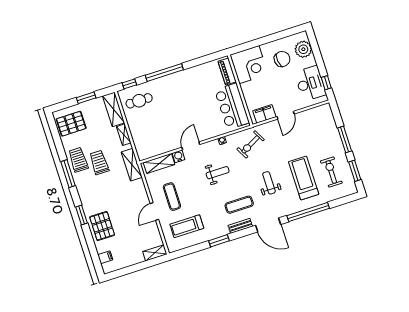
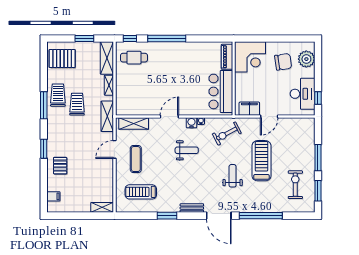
water cooler: (179, 156) -> (191, 123), moved
treadmill: (304, 178) -> (261, 161), moved
exercise mat: (239, 205) -> (197, 187), removed
door: (154, 211) -> (114, 149), moved
pallet: (102, 226) -> (60, 166), width x0.67, depth x0.71

